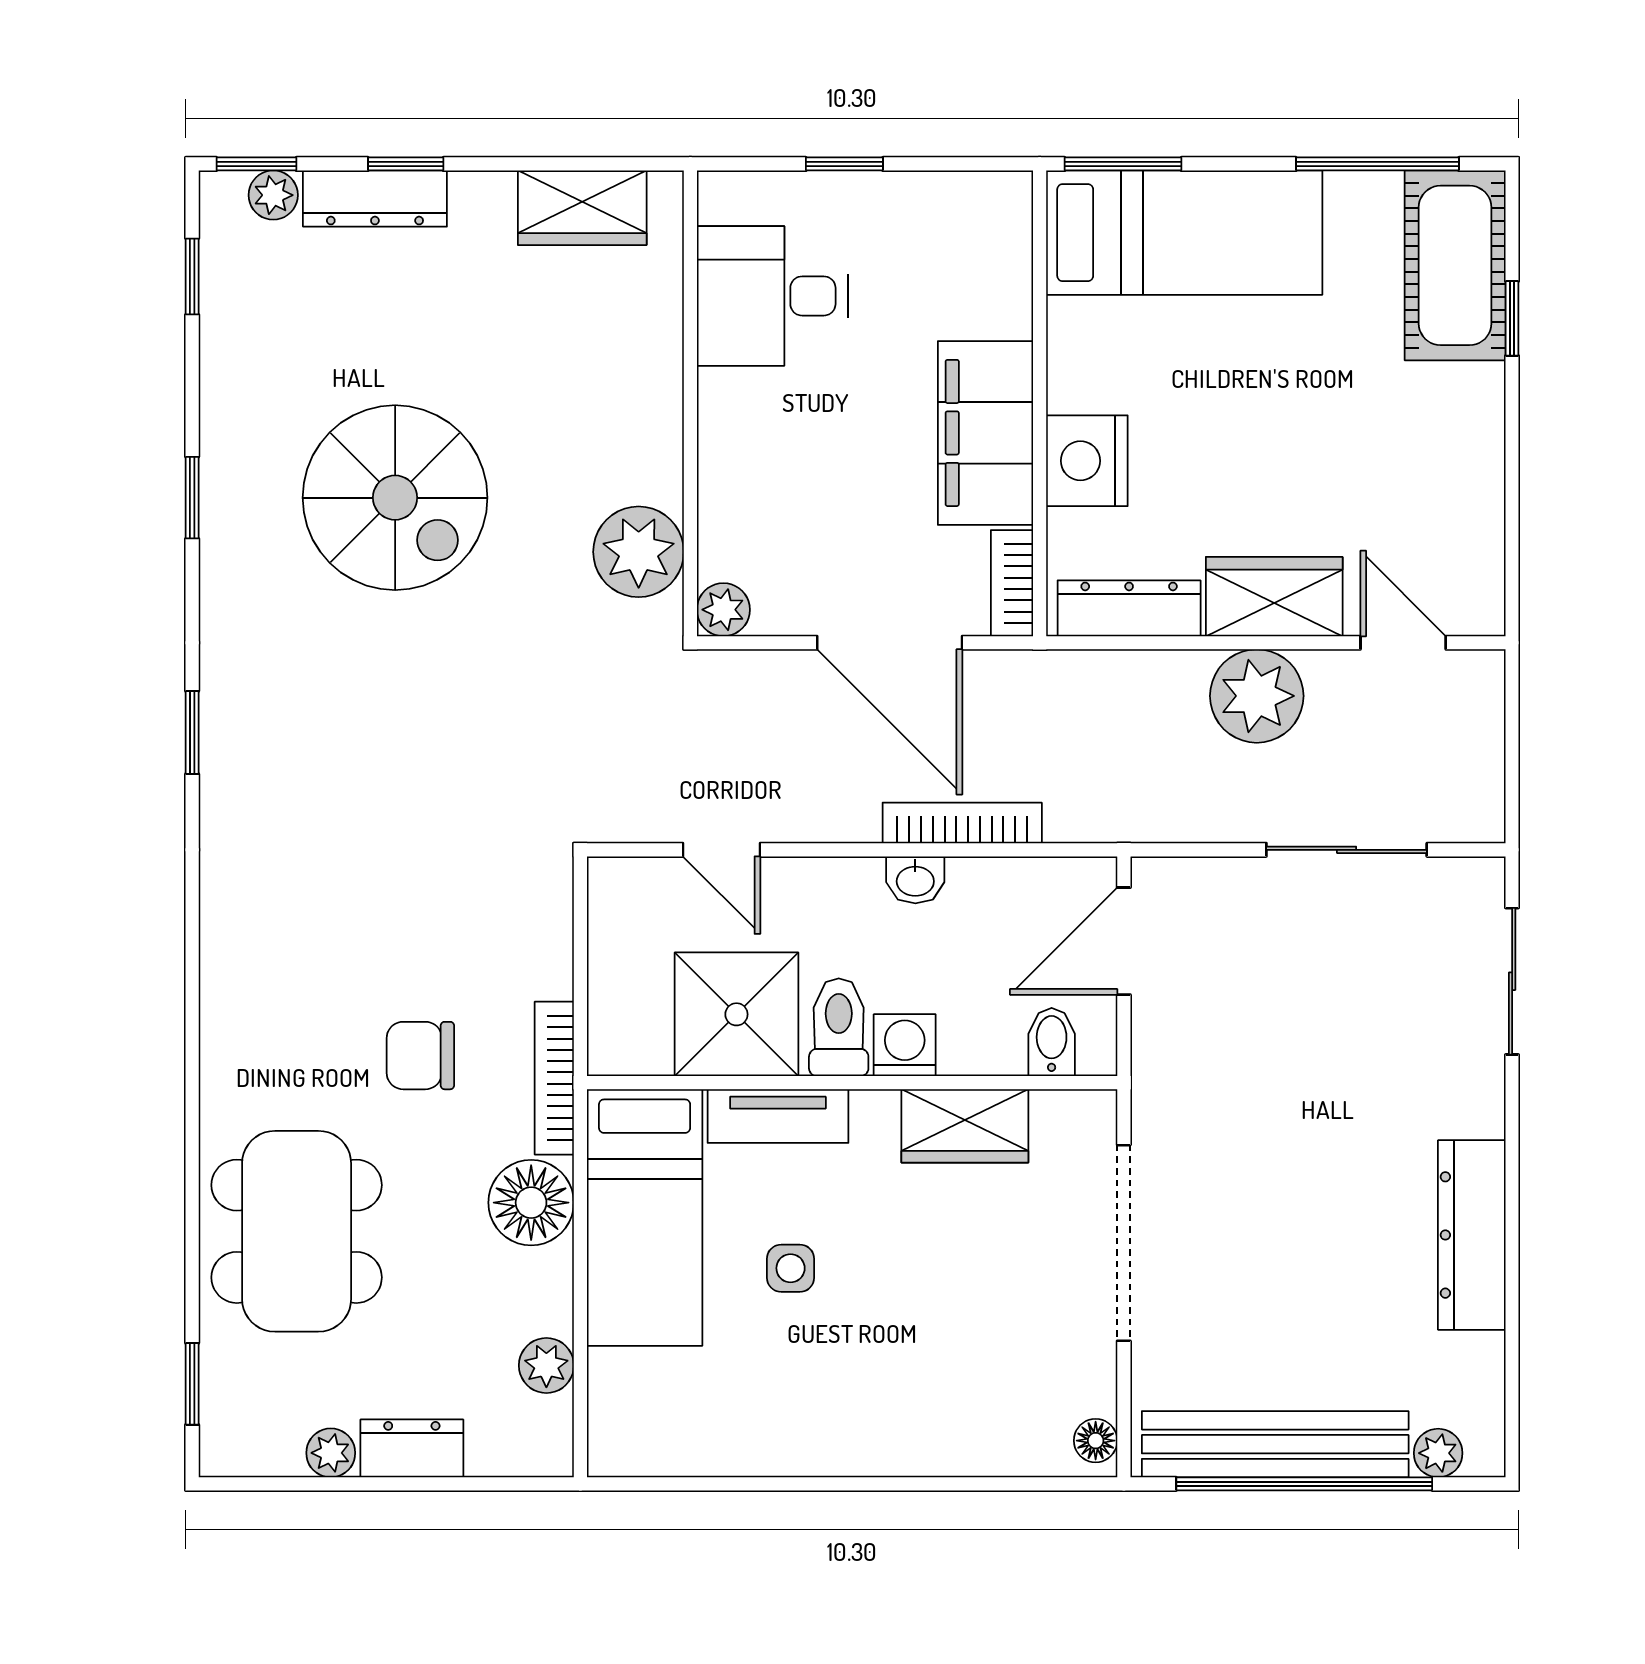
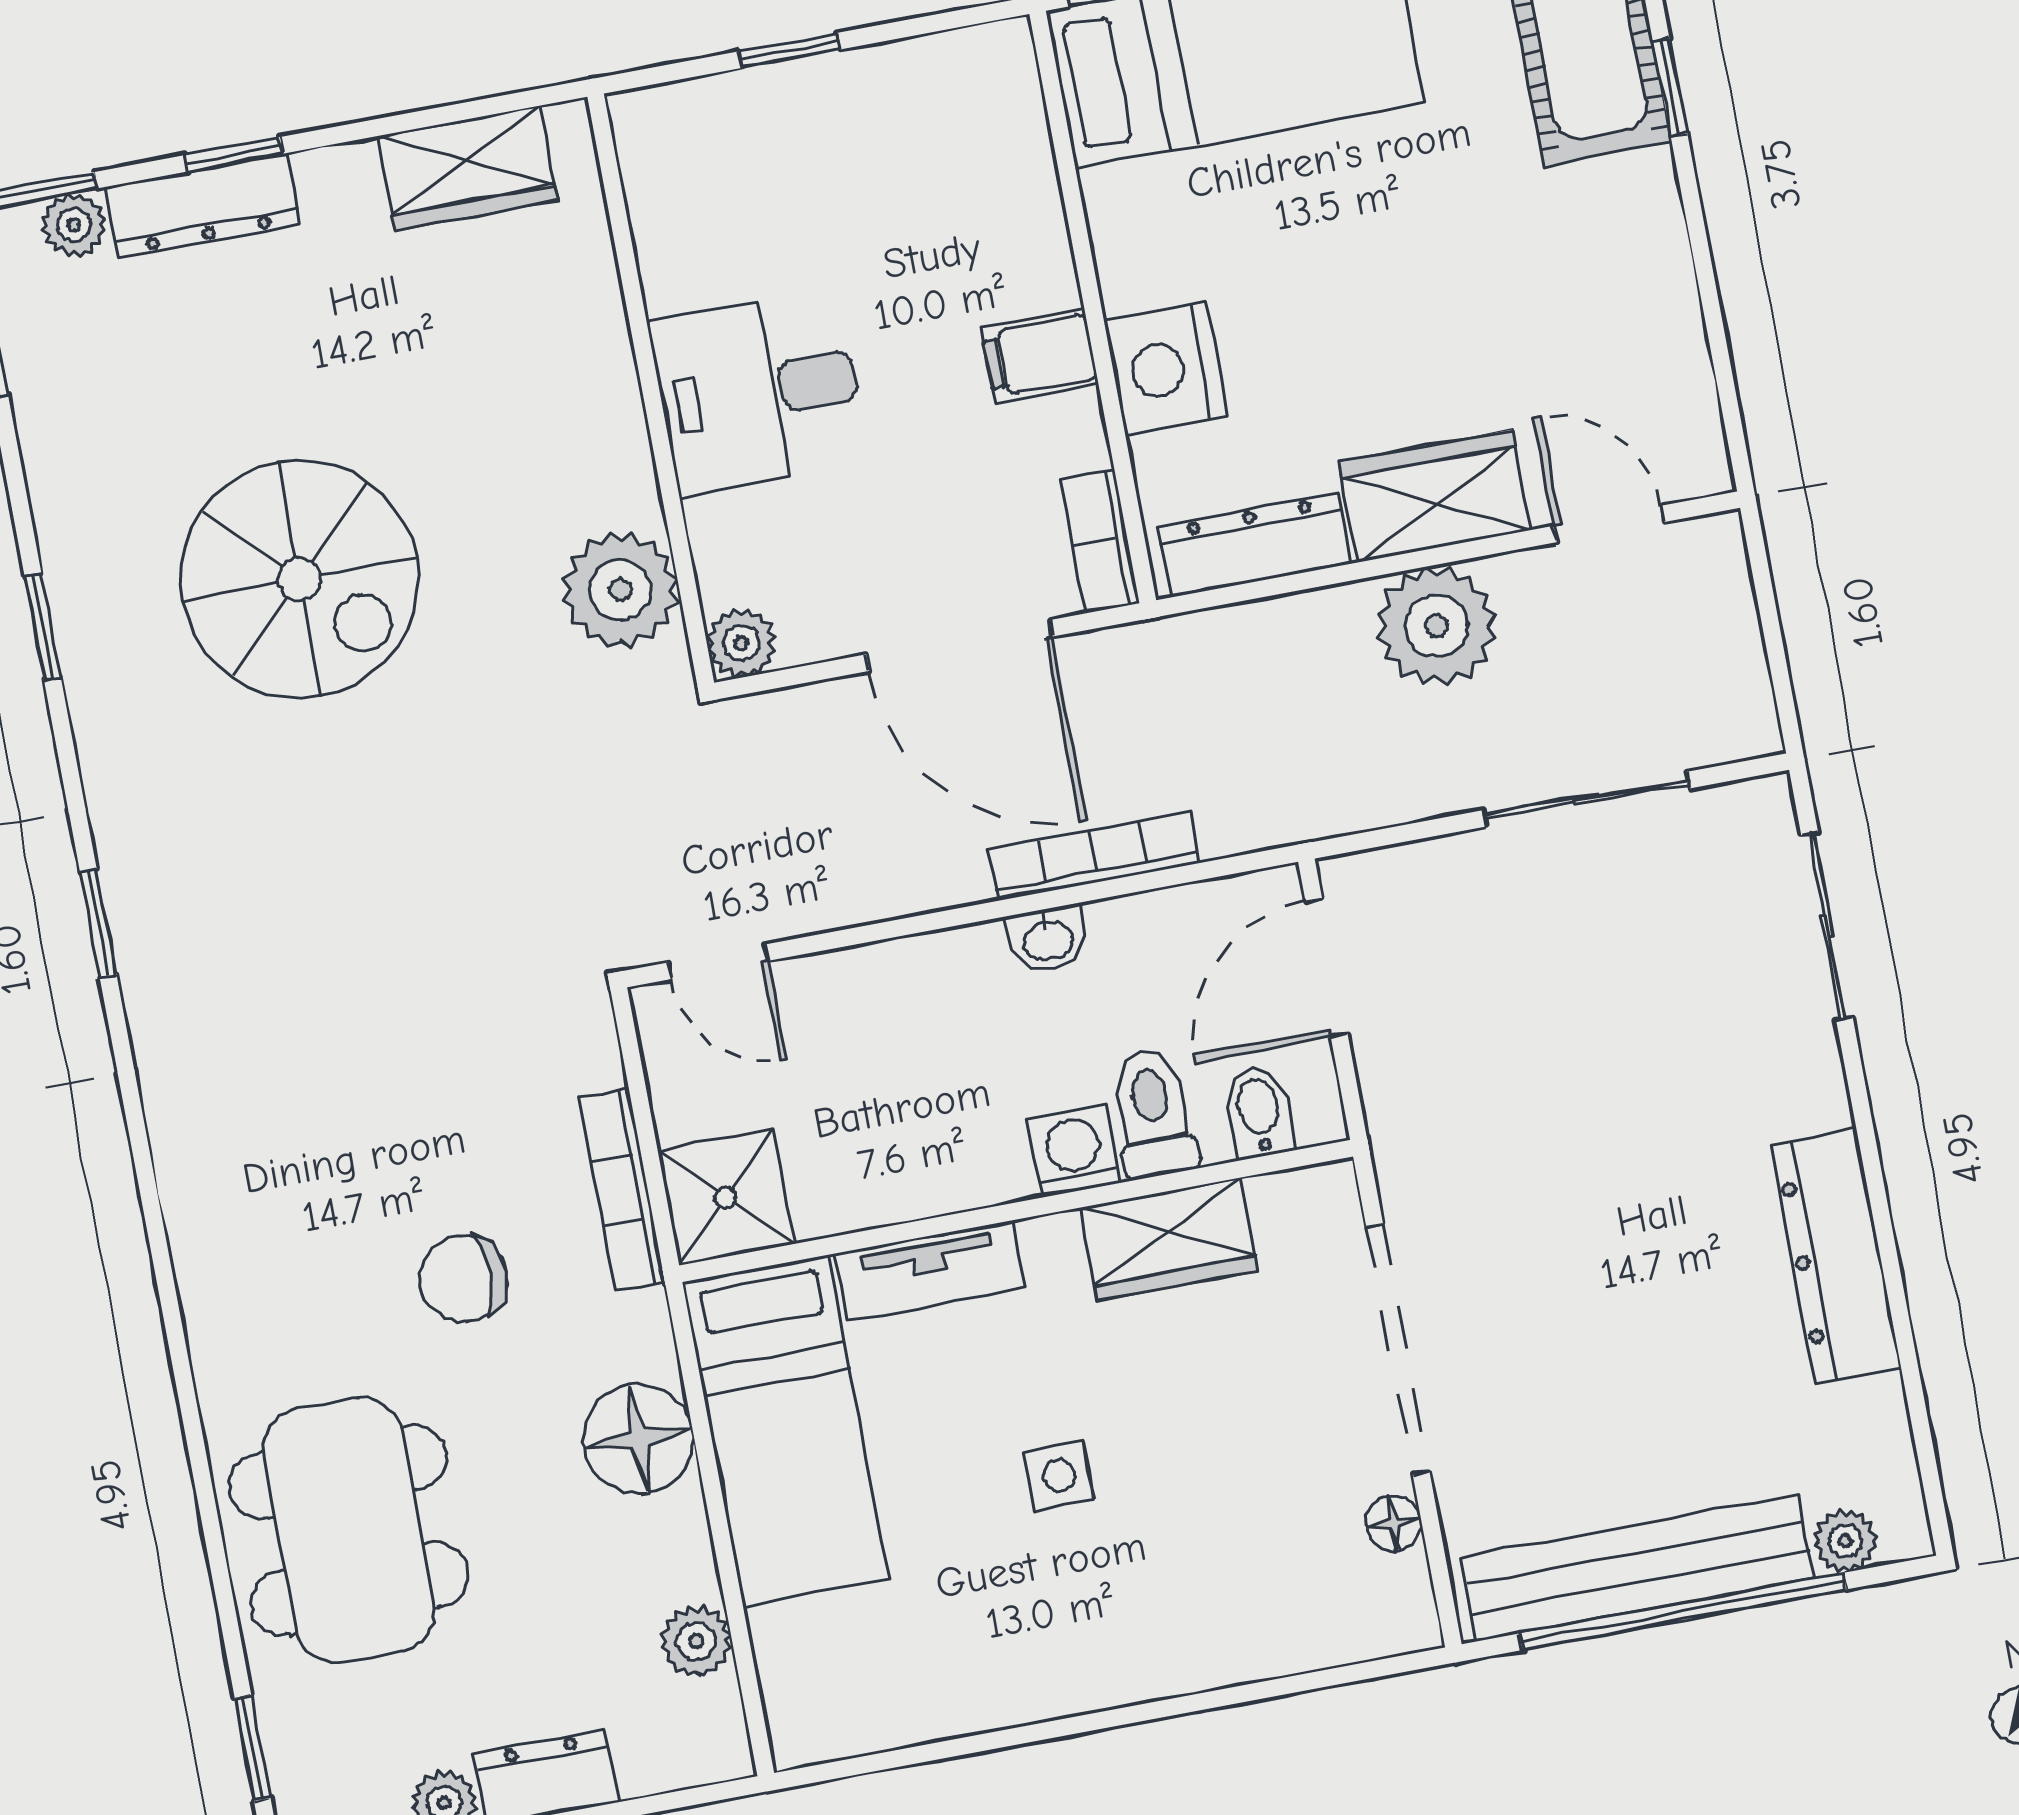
desk: (772, 296) -> (758, 392), moved
filing cabinet: (986, 433) -> (1040, 356), width x0.33, depth x0.86
door: (722, 850) -> (718, 962), moved
shower: (736, 1014) -> (726, 1197), moved, width x0.73, depth x0.73
toilet: (839, 1027) -> (1153, 1113), moved
bookcase: (554, 1078) -> (622, 1189), moved
side table: (791, 1268) -> (1059, 1475), moved
floor lamp: (1096, 1441) -> (1394, 1523), moved

